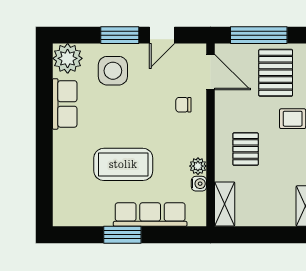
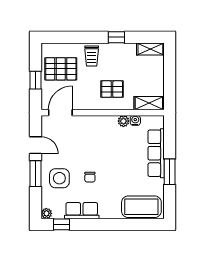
window: (259, 35) -> (36, 80), width x0.46
plant: (68, 58) -> (46, 213), width x0.53, depth x0.53
window: (44, 74) -> (62, 224), added
chair: (183, 105) -> (90, 177), moved
coffee table: (123, 164) -> (141, 207), moved, turned 90

